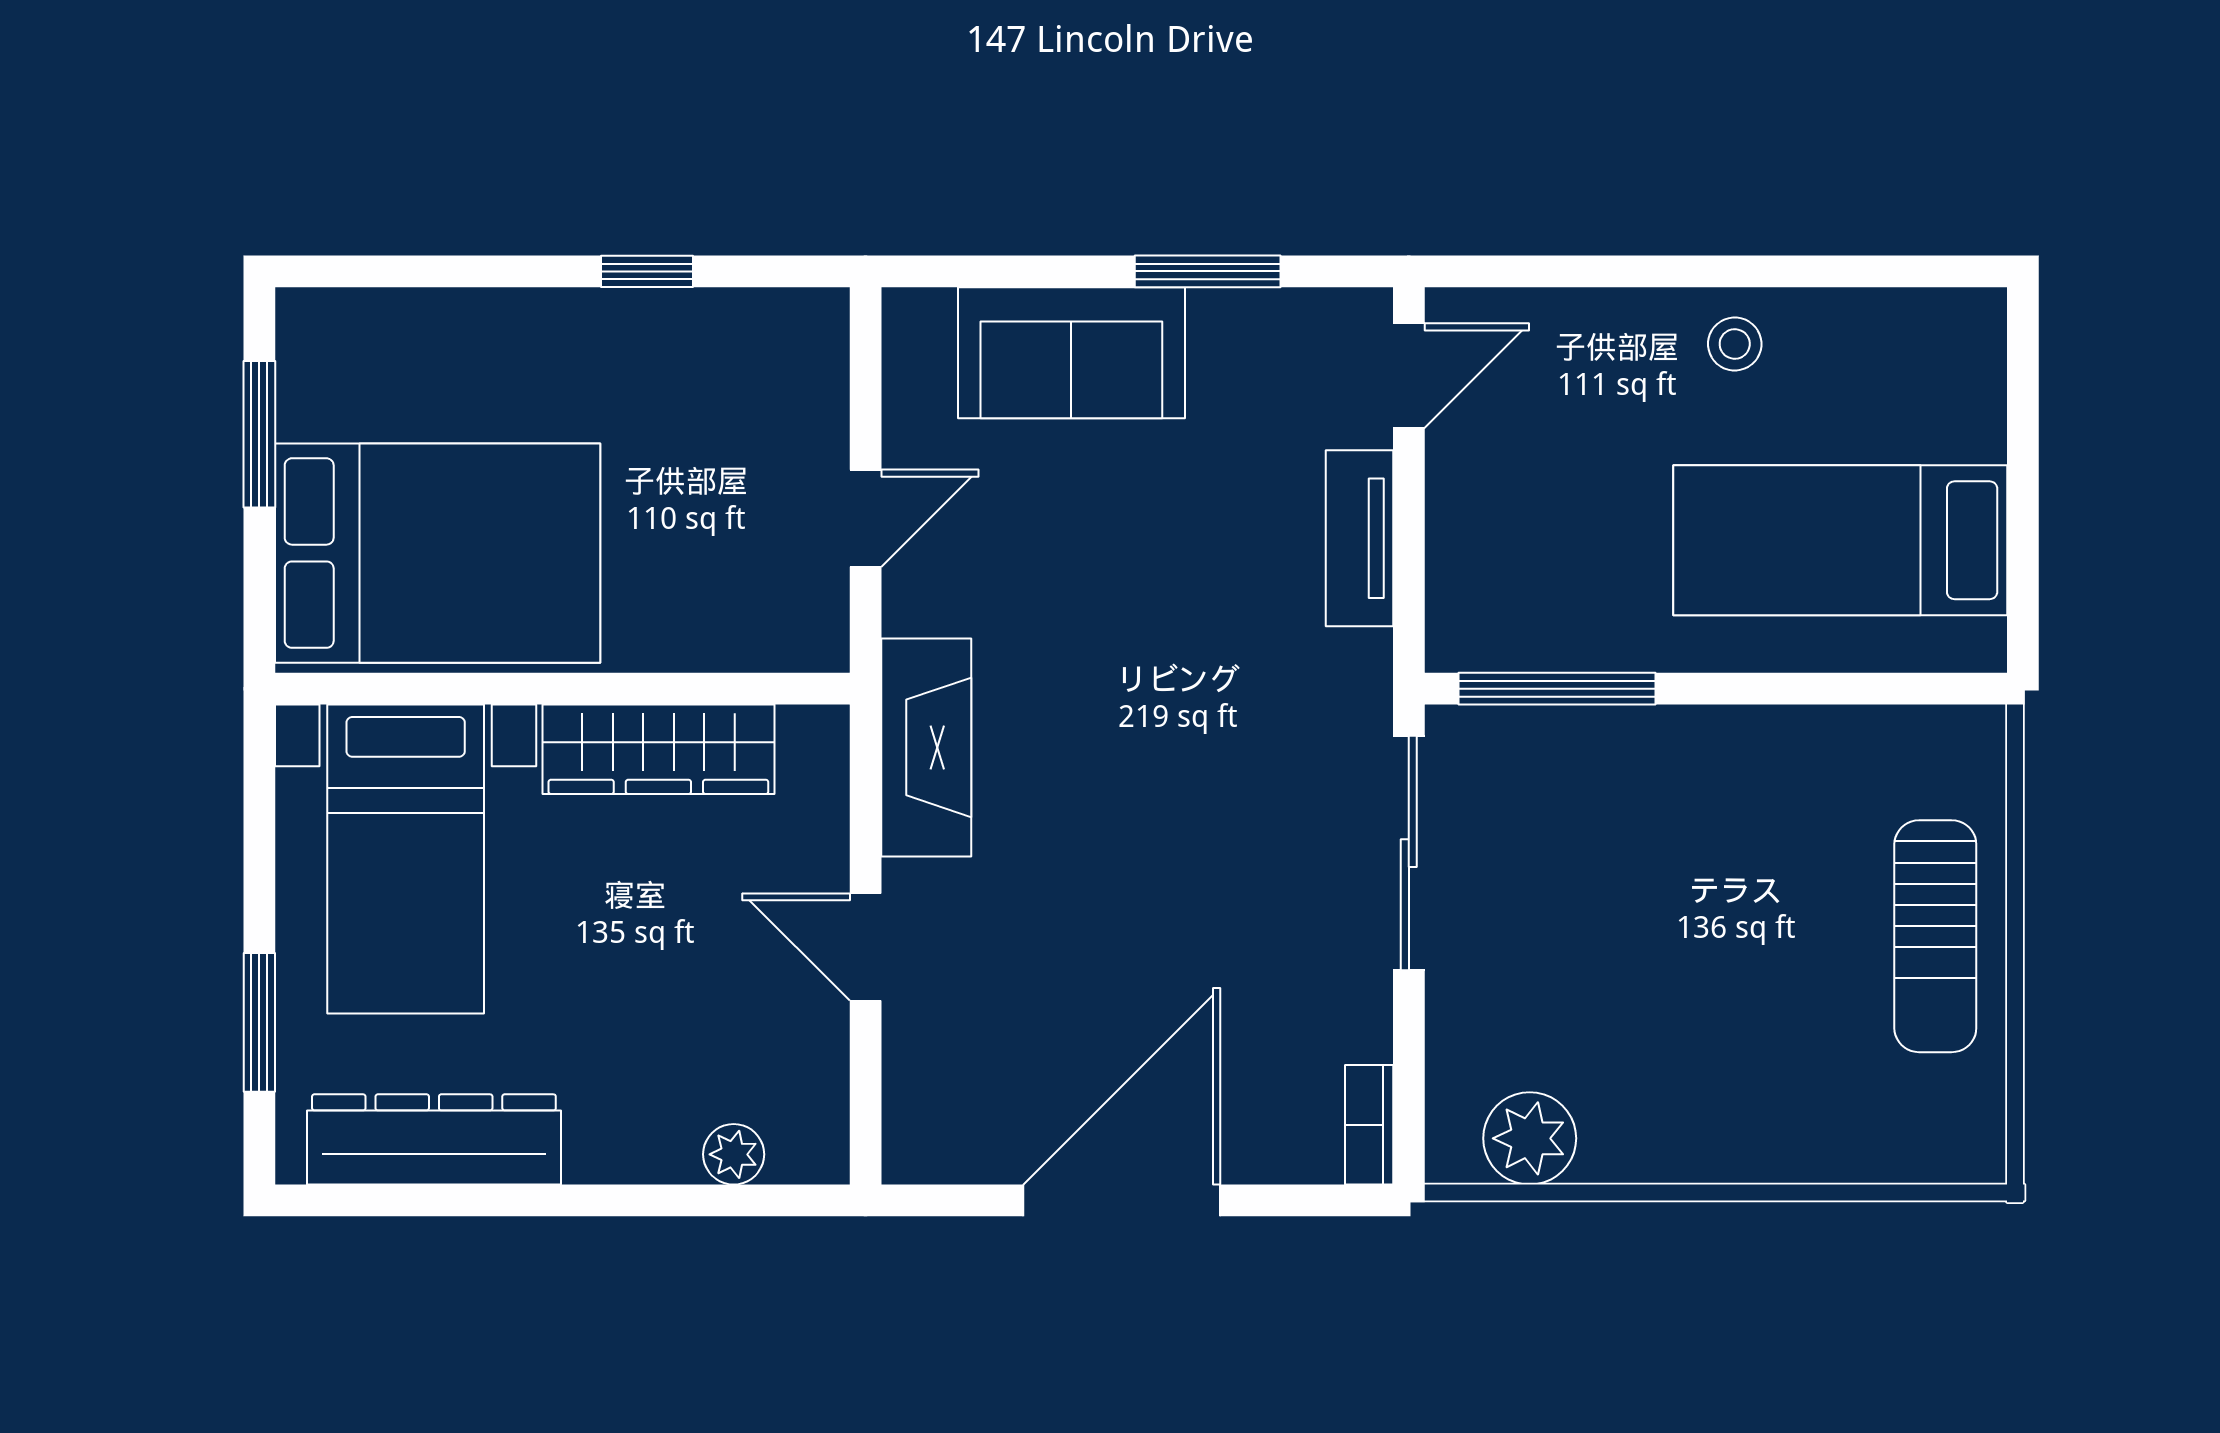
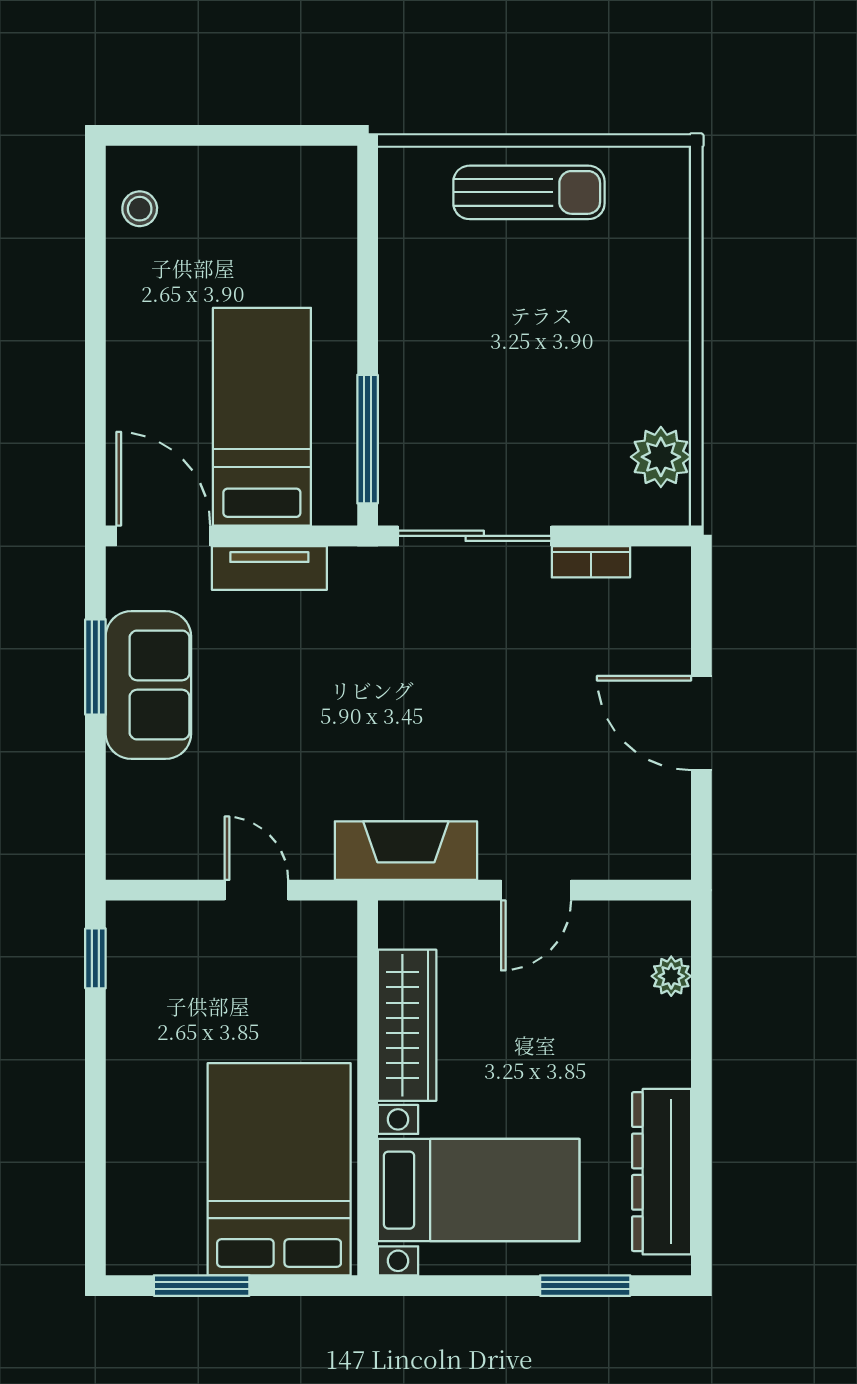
window: (647, 271) -> (95, 958), moved
stool: (1735, 344) -> (140, 209), moved
sofa: (1071, 353) -> (148, 685), moved
door: (1409, 376) -> (163, 536), width x1.38
bed: (1840, 540) -> (262, 417), moved, turned 180
bookcase: (1369, 1125) -> (591, 562), moved
door: (1122, 1200) -> (701, 723), width x0.73

